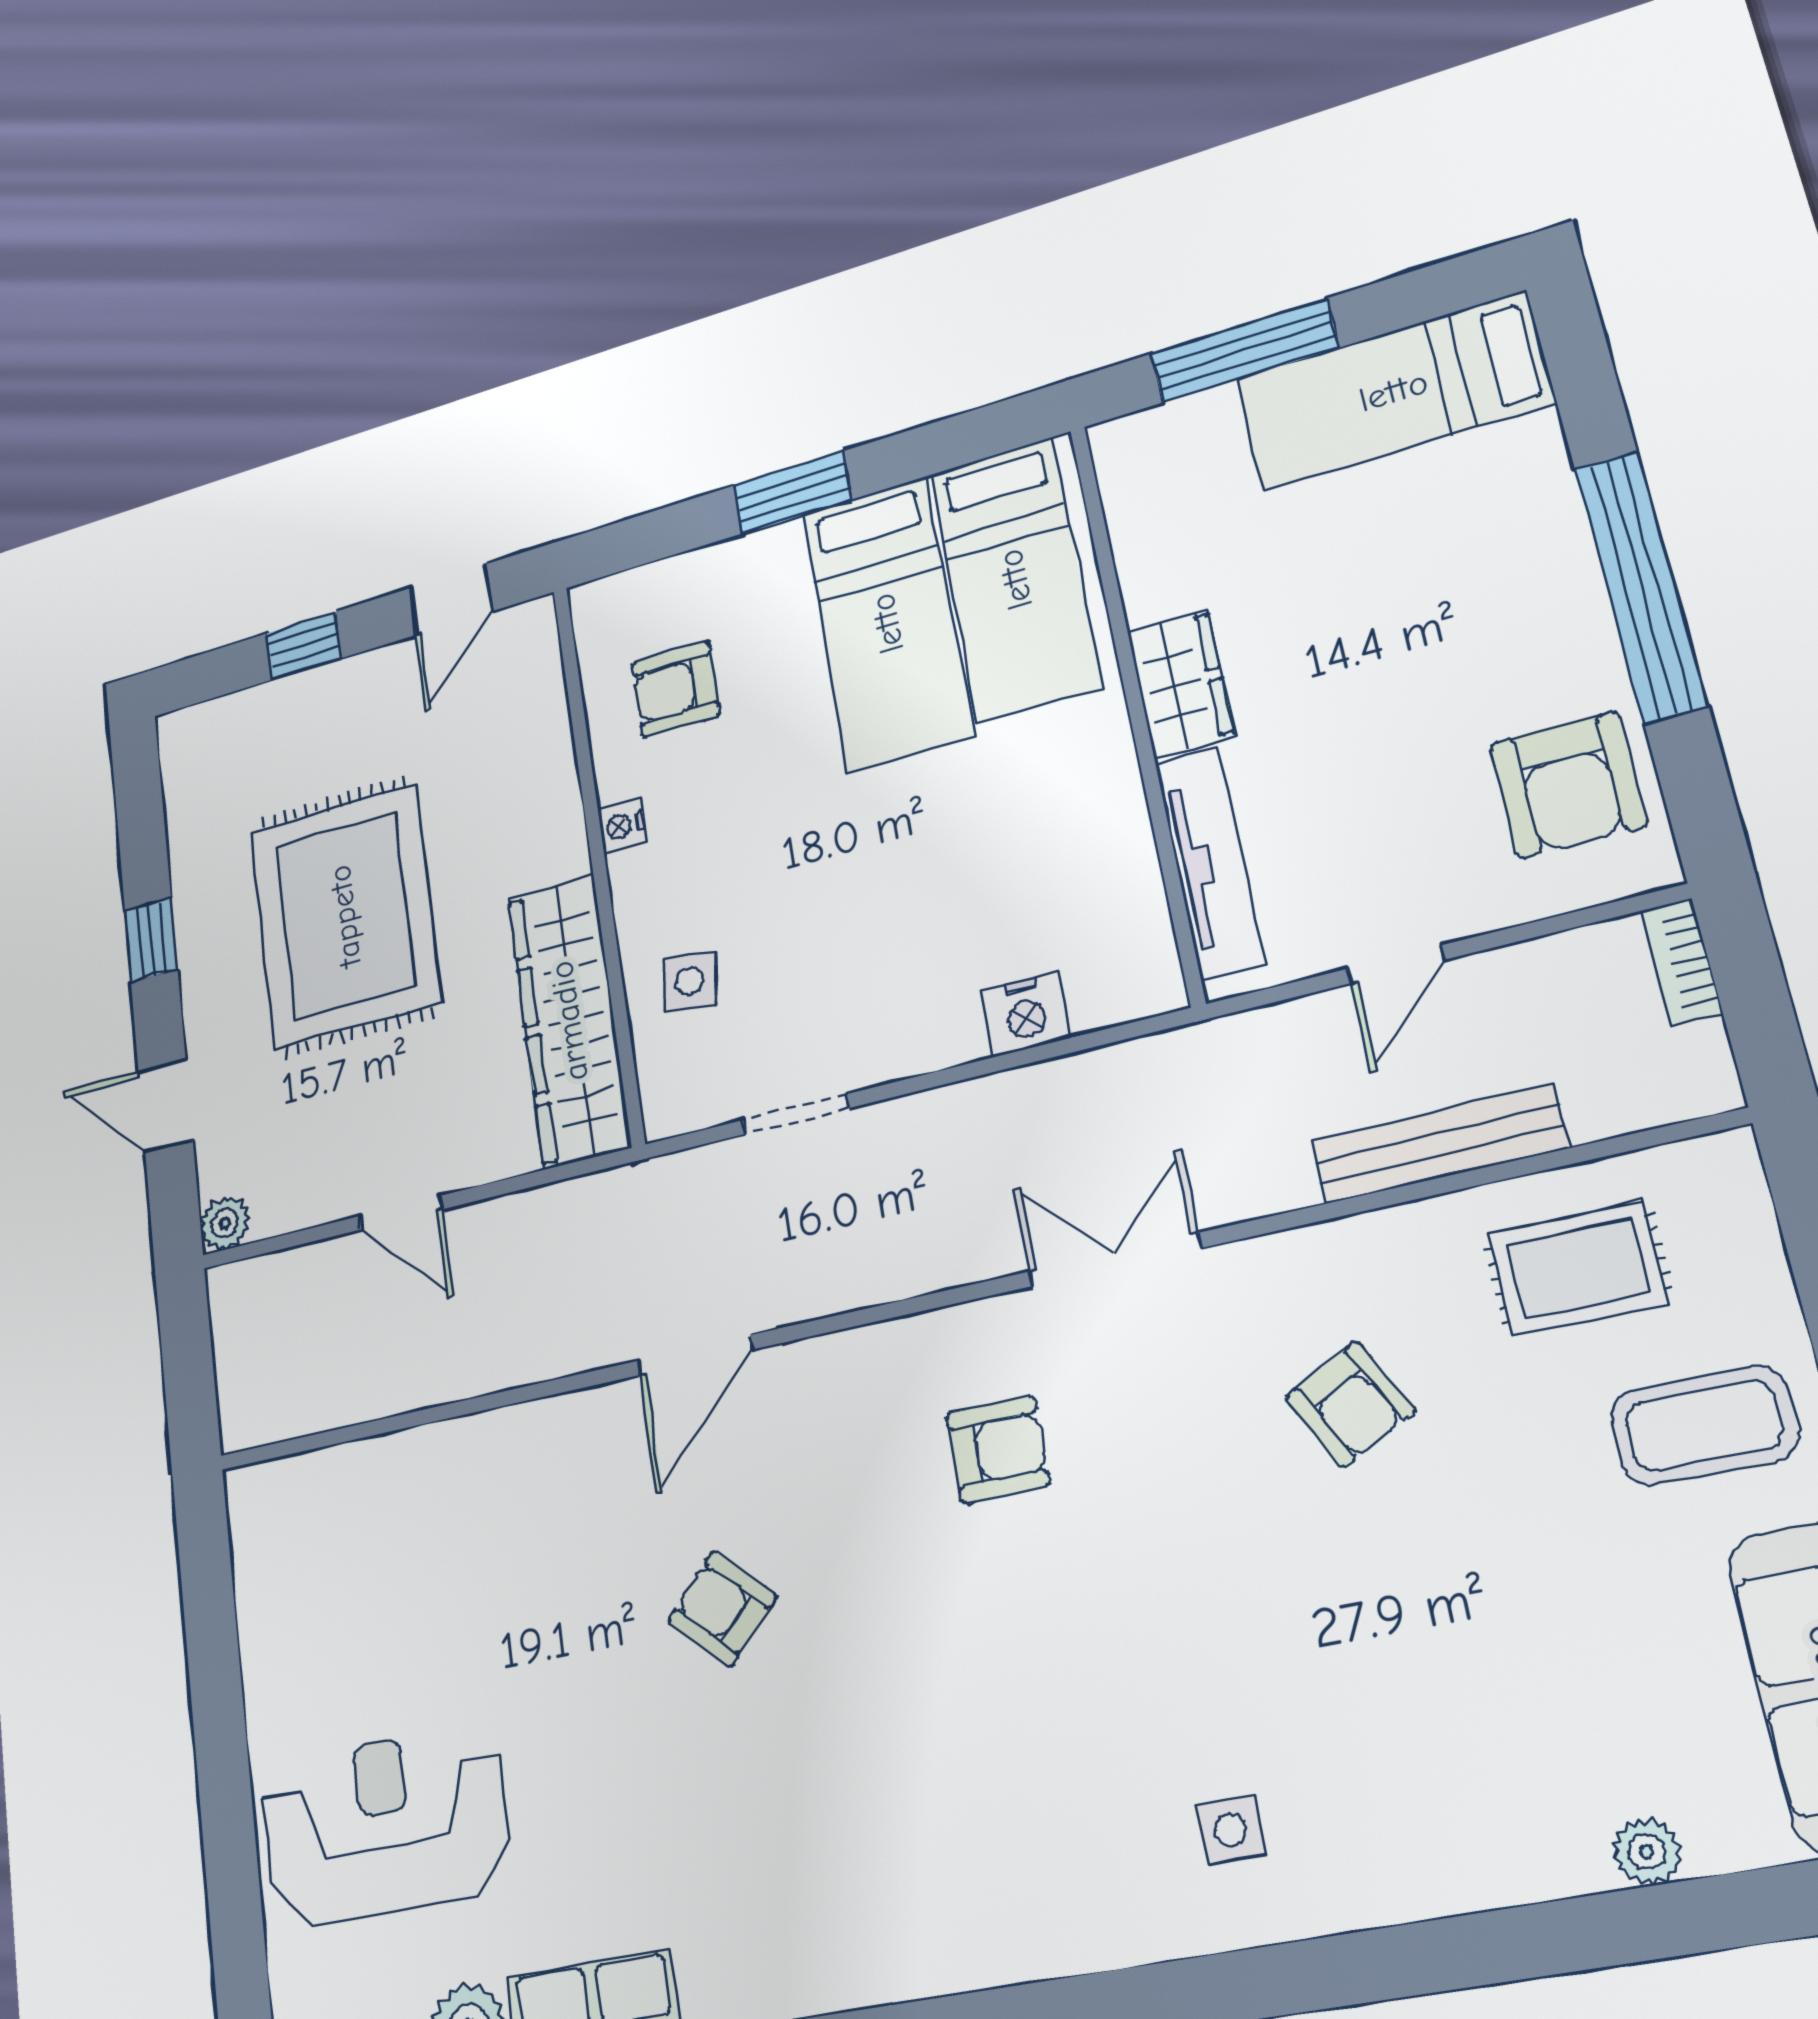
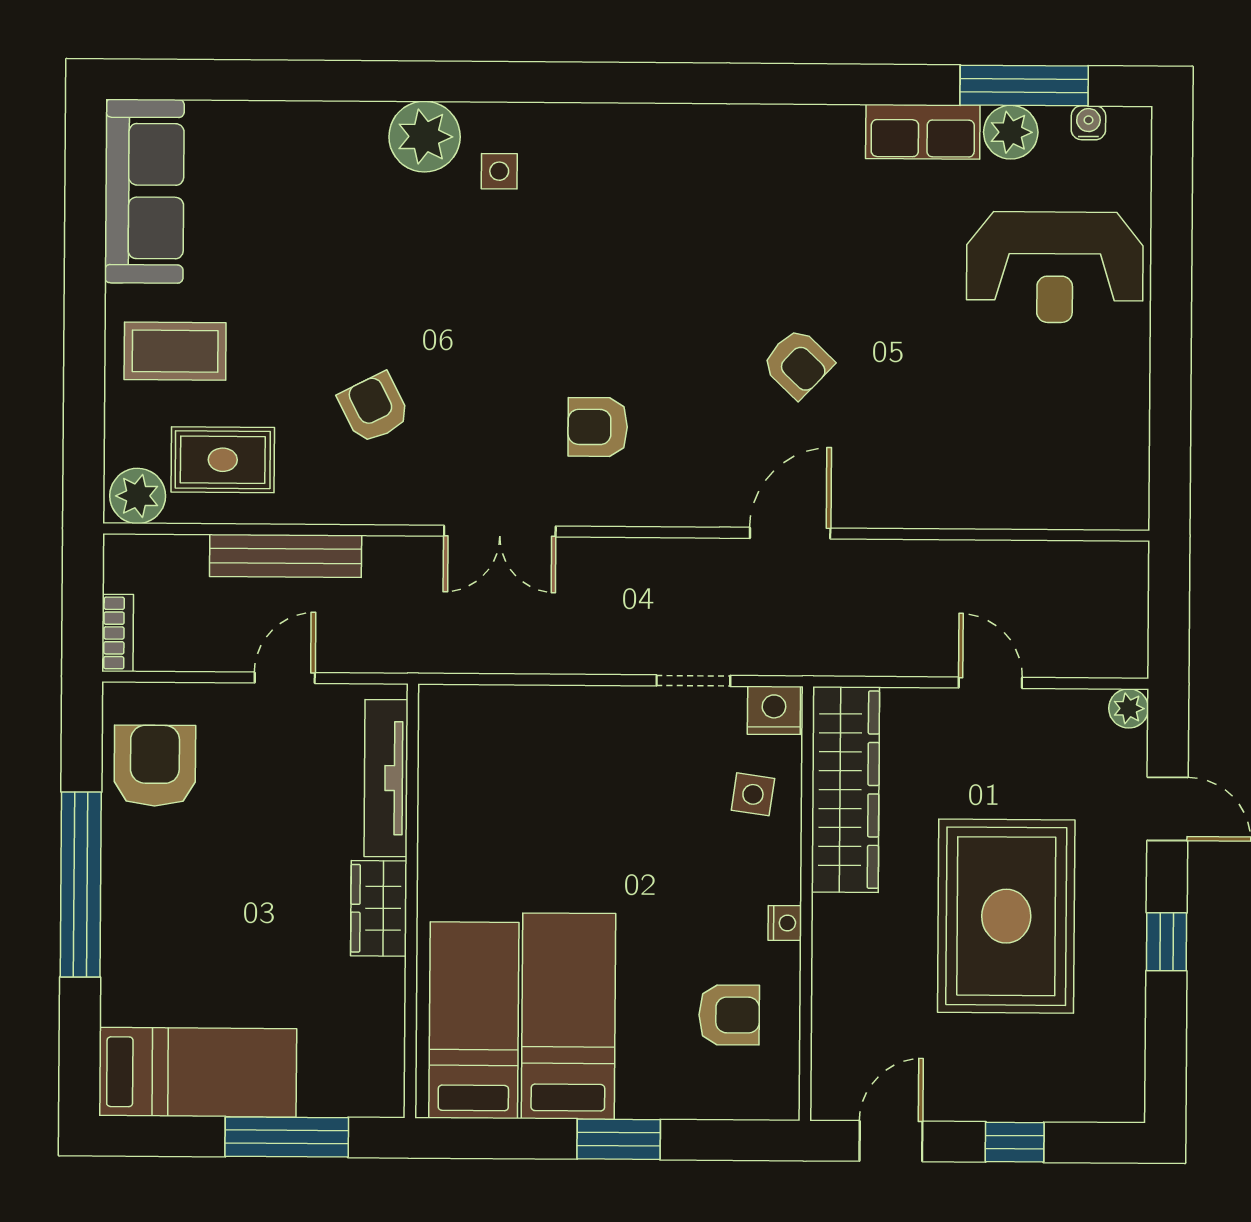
nightstand: (1026, 1014) -> (774, 710), moved
plant: (1706, 1179) -> (138, 496), added
plant: (1647, 1852) -> (425, 137), moved, width x1.88, depth x1.88

